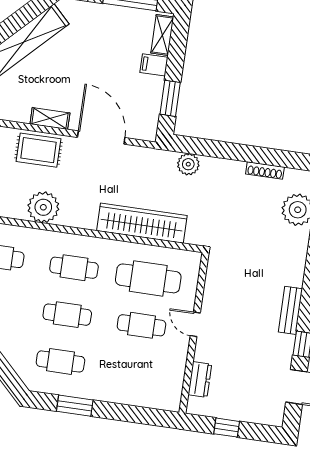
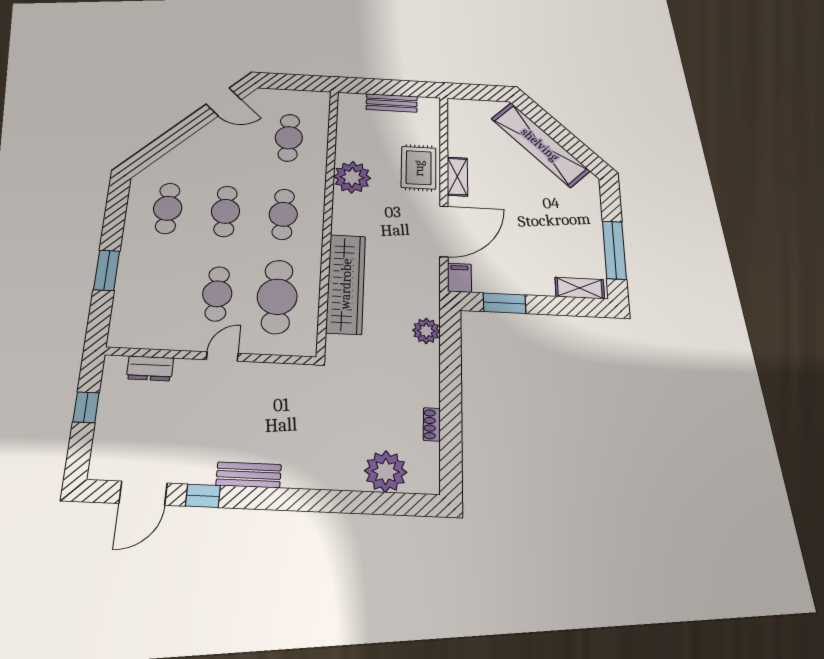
filing cabinet: (154, 65) -> (459, 278), moved
shoe rack: (265, 171) -> (432, 424), width x0.70
window: (75, 406) -> (107, 270), moved

